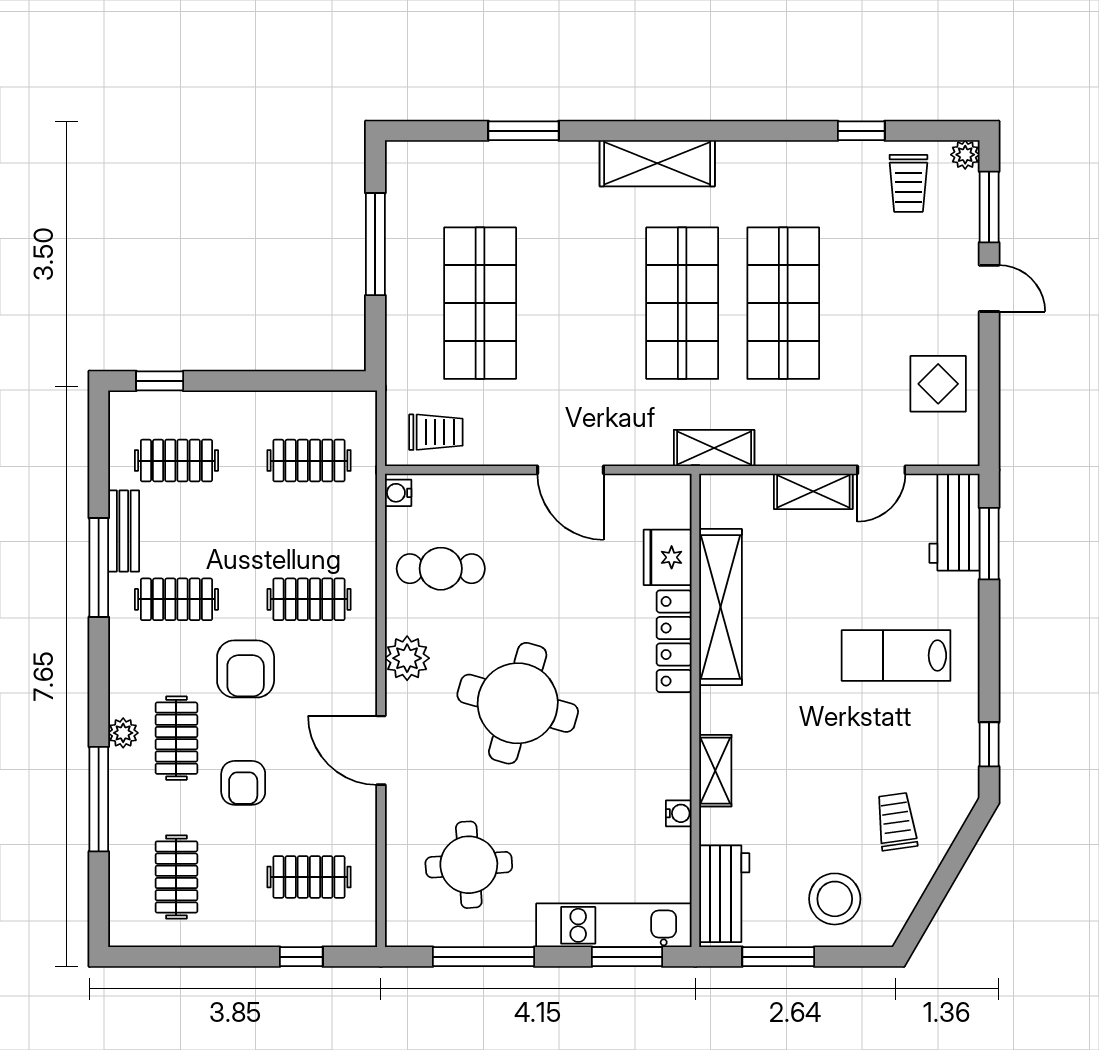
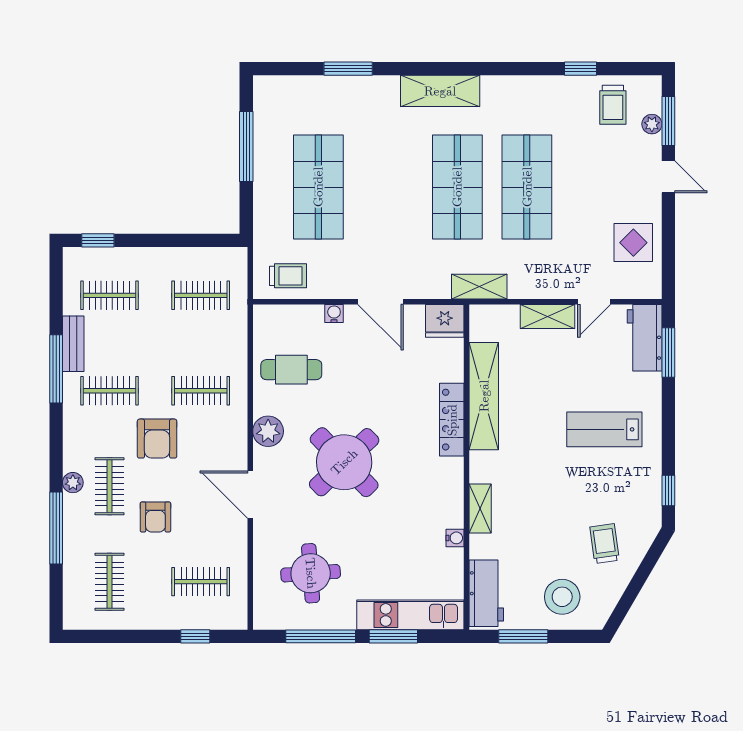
plant: (965, 155) -> (652, 124), moved
water cooler: (398, 493) -> (334, 313), moved, turned 90
fridge: (668, 557) -> (445, 321), moved, turned -90
round table: (518, 703) -> (344, 462), turned 30
window: (627, 957) -> (393, 636), moved

